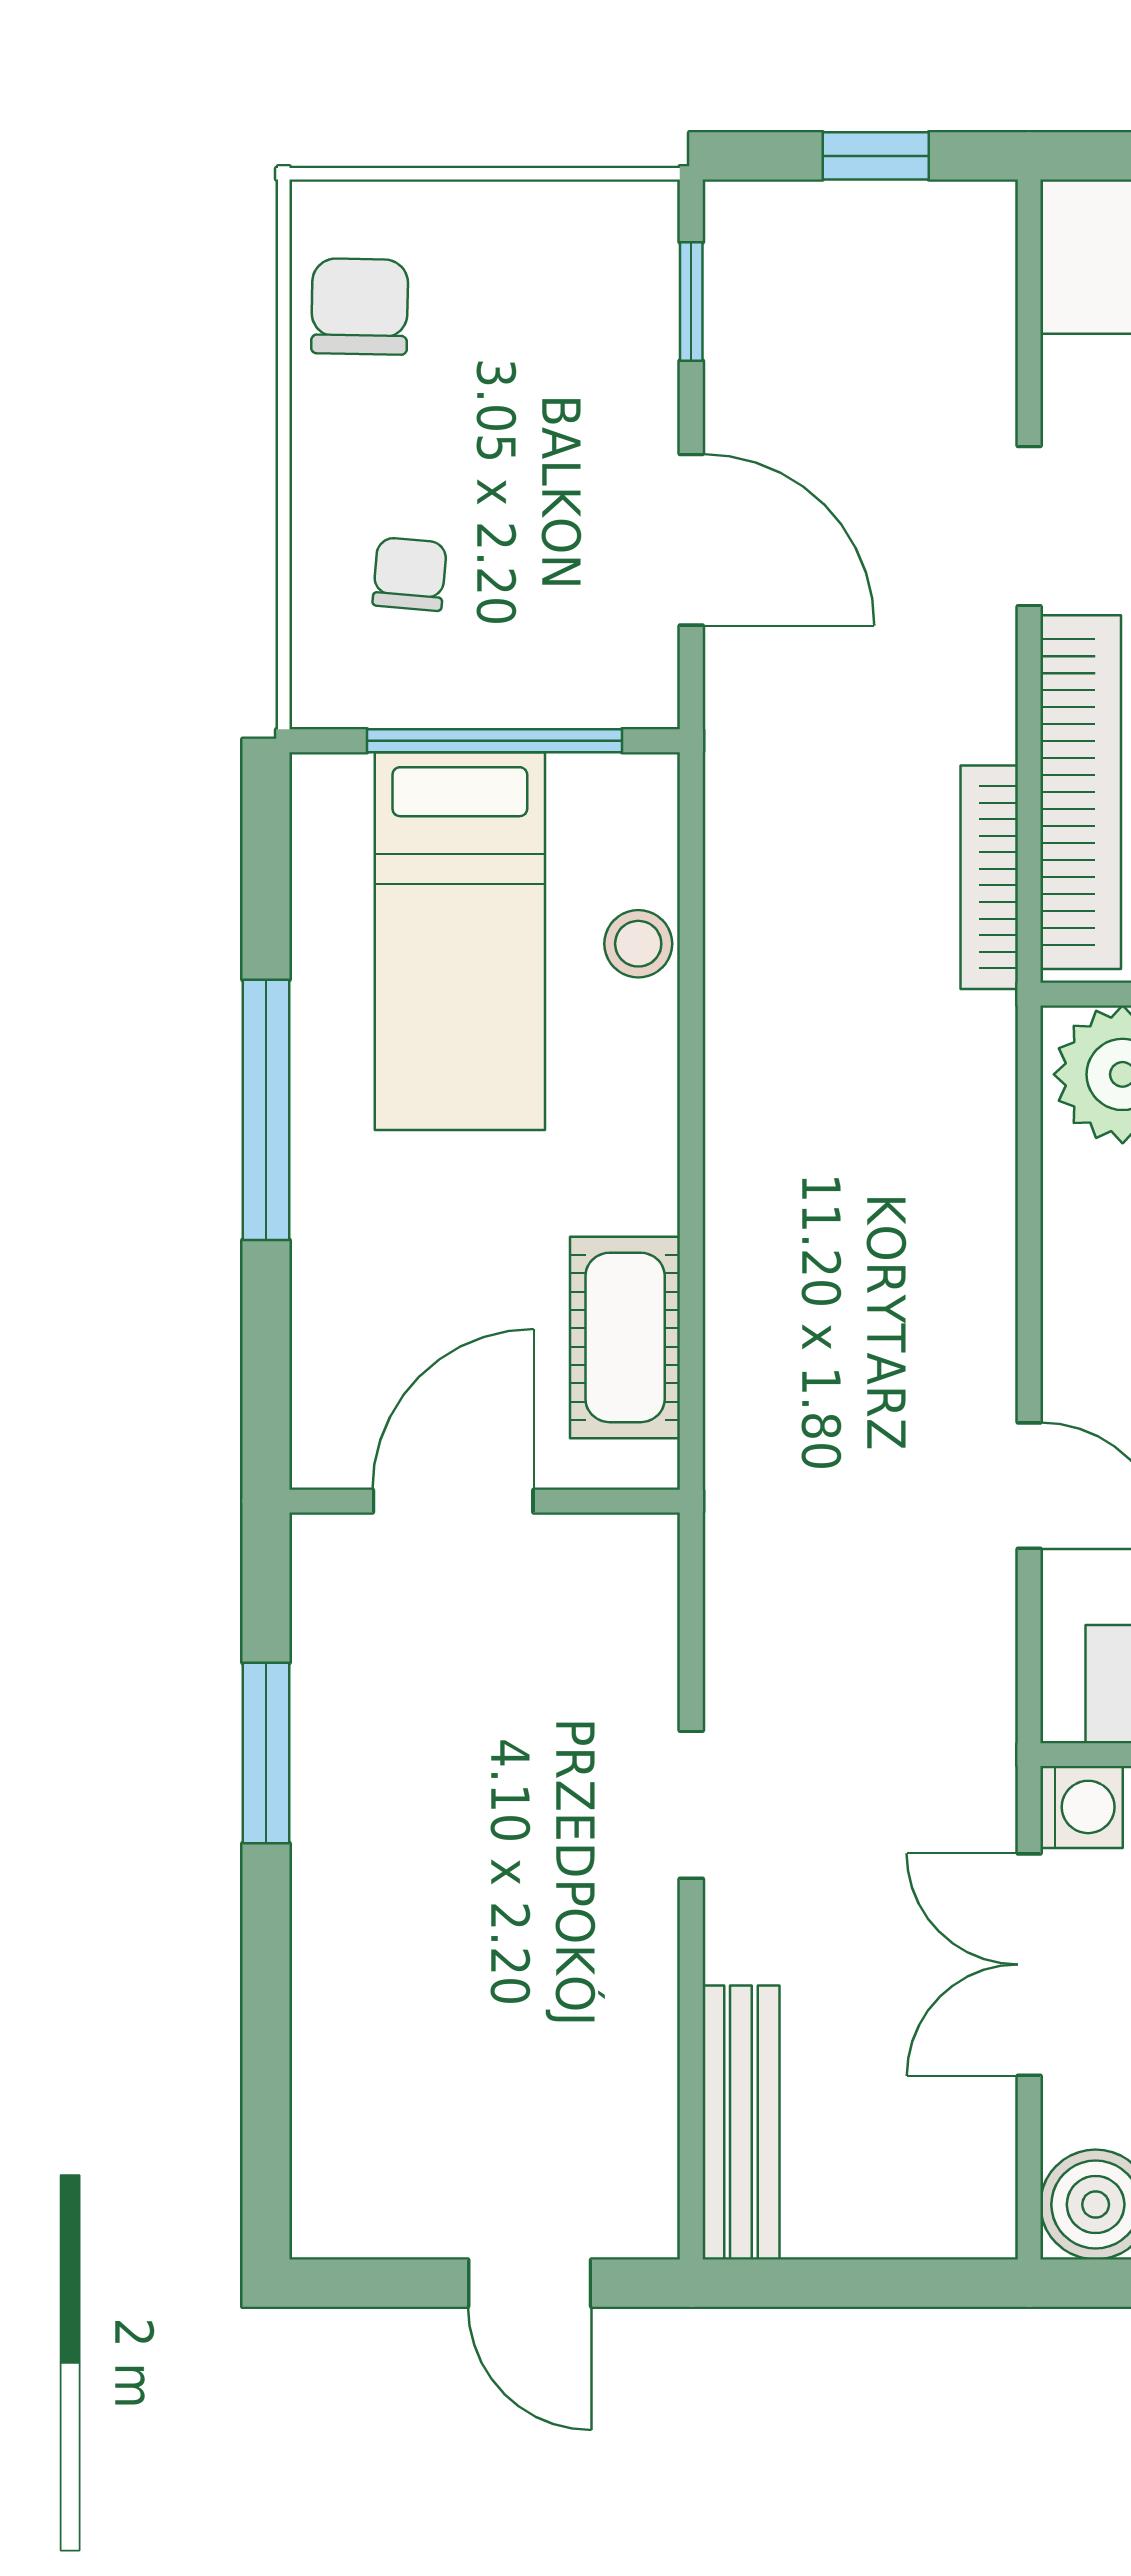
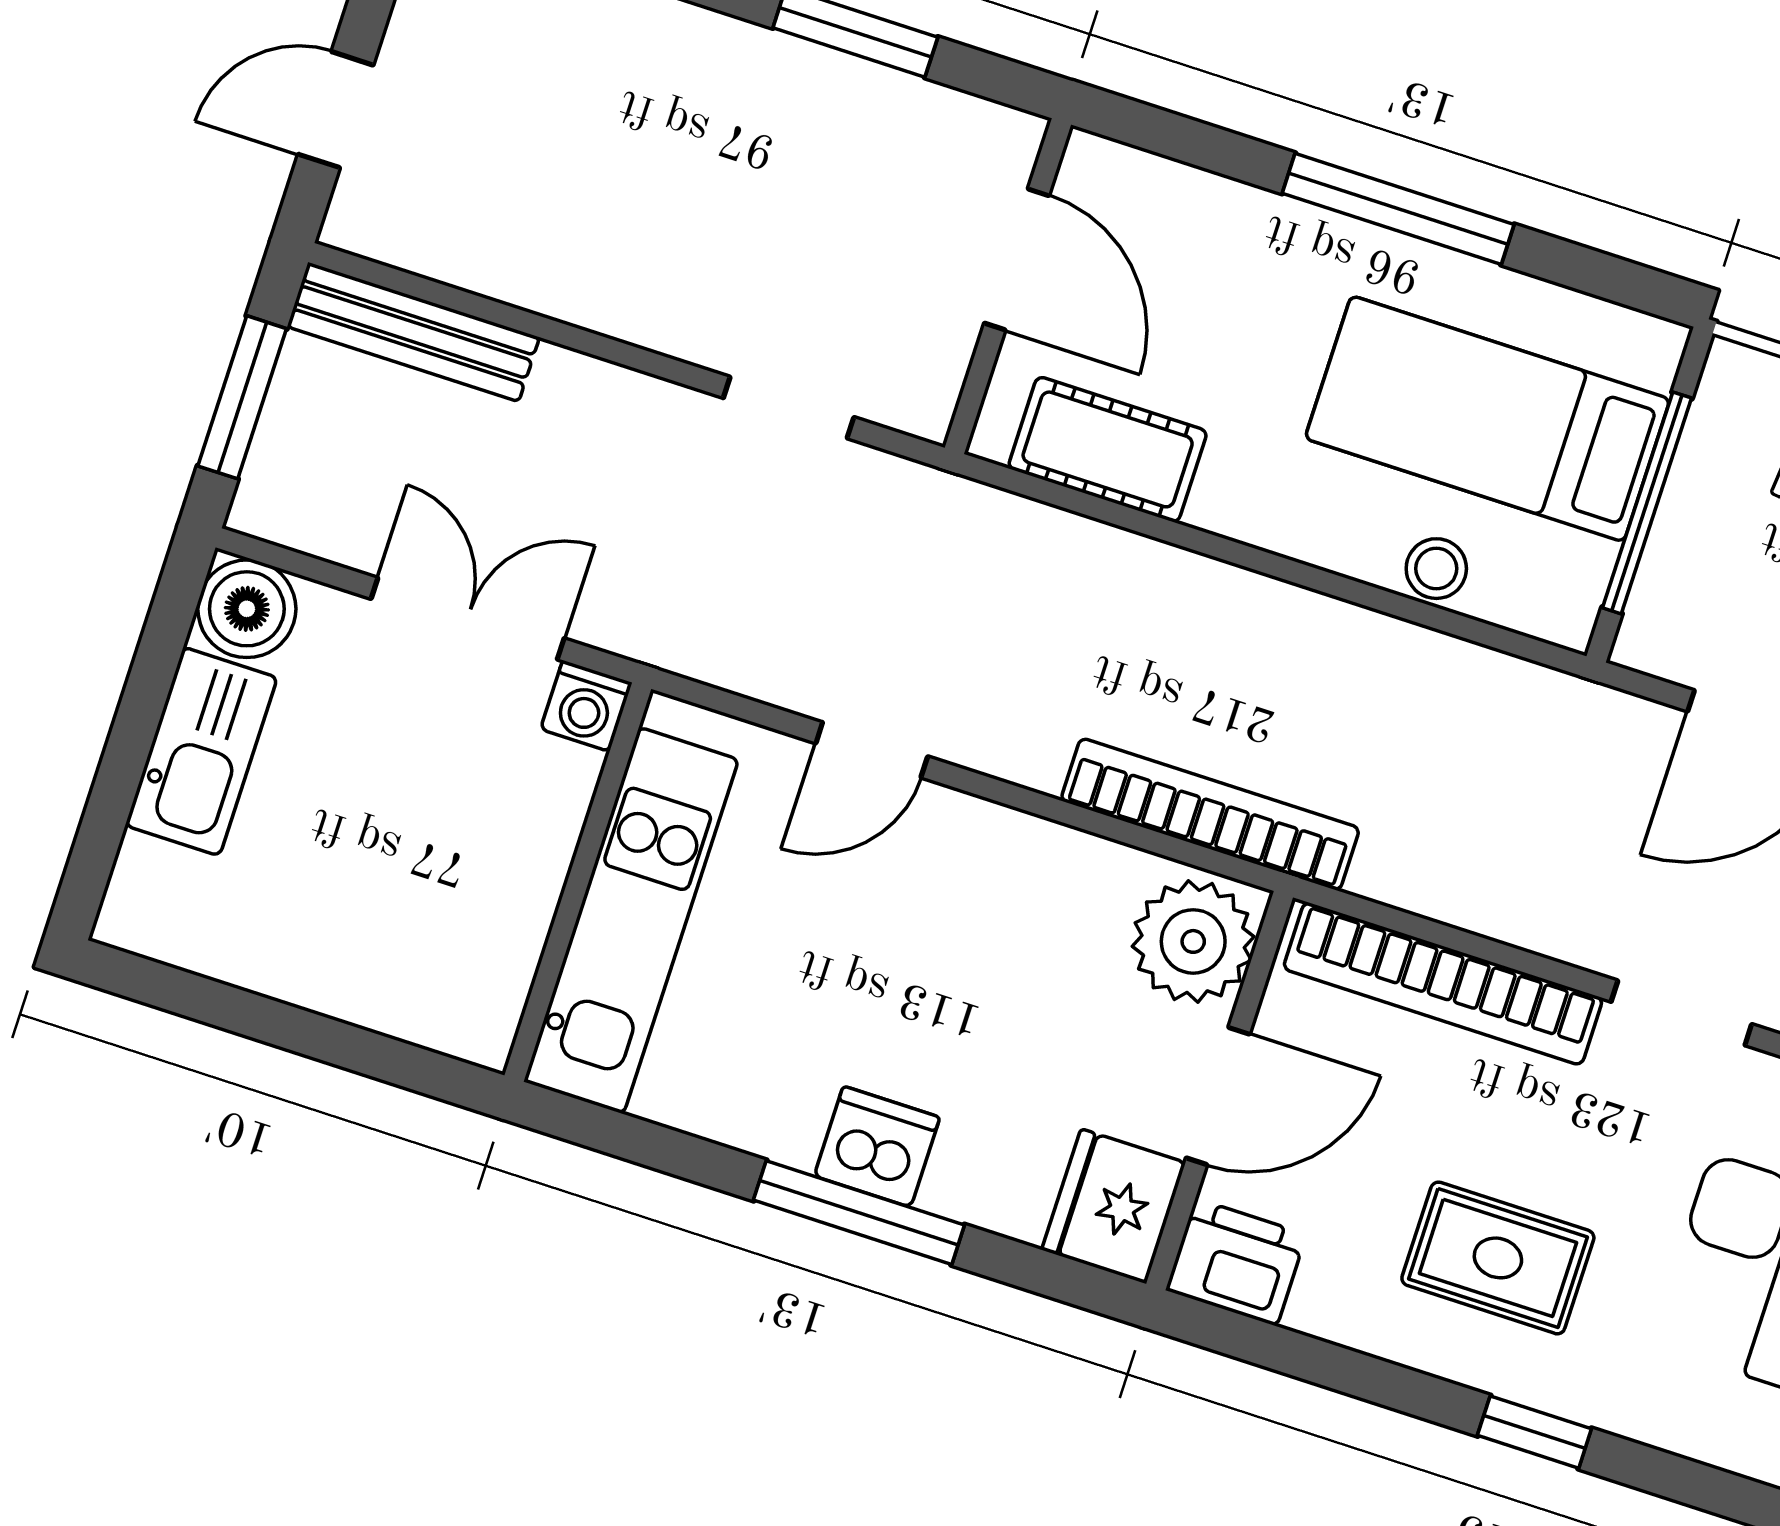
bookcase: (989, 877) -> (1210, 814), moved, width x1.48, depth x1.31
doorway: (691, 1805) -> (789, 408), moved
window: (871, 2283) -> (242, 397), added

